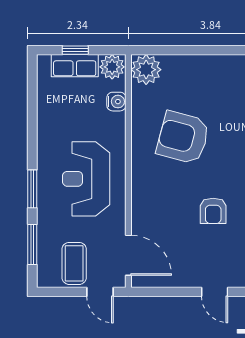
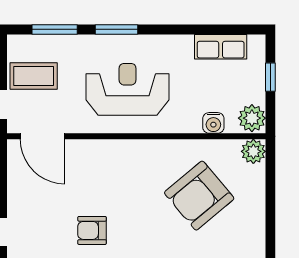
row of seats: (75, 66) -> (221, 47), moved, turned -90
plant: (146, 70) -> (253, 151), width x0.73, depth x0.73
armchair: (183, 137) -> (199, 196), moved, turned -145
door: (128, 255) -> (43, 136), hinge flipped

